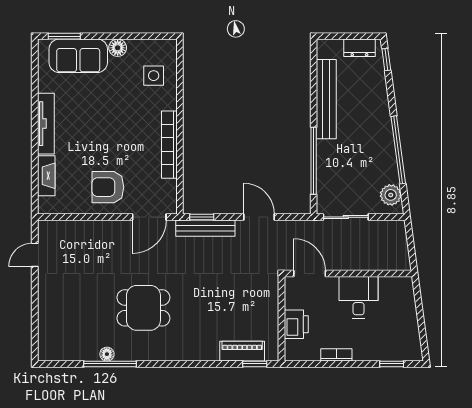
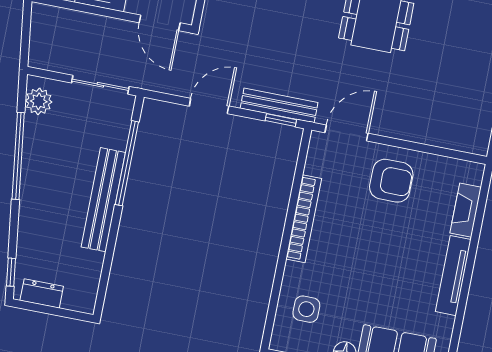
bench: (326, 99) -> (103, 200), moved
door: (259, 217) -> (209, 106), swing flipped

